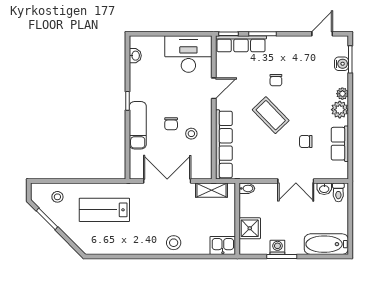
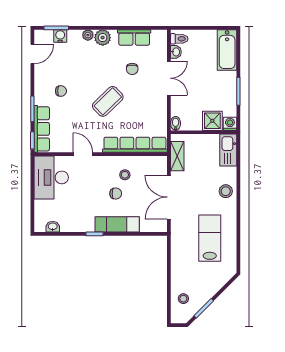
door: (322, 34) -> (32, 54), swing flipped
chair: (276, 80) -> (61, 91), moved
lab bench: (104, 210) -> (210, 238), moved, turned 180
kitchen sink: (223, 245) -> (228, 150), width x1.38
washing machine: (277, 247) -> (230, 124), moved, turned 90

